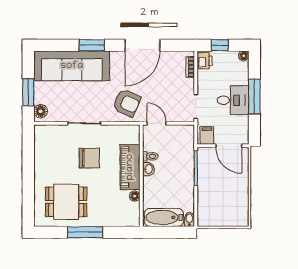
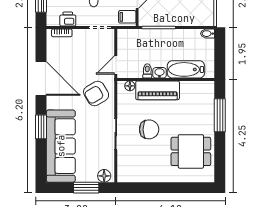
printer: (205, 61) -> (68, 19), moved
armchair: (127, 103) -> (96, 93), turned -145
chair: (89, 158) -> (149, 129), turned 90
floor lamp: (135, 196) -> (130, 86), moved
dining table: (66, 202) -> (191, 151), turned 90
bathtub: (164, 217) -> (186, 69), moved, turned 90
window: (85, 232) -> (220, 115), moved

